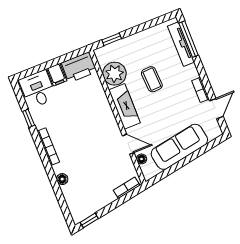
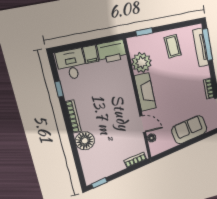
coffee table: (152, 79) -> (173, 46), moved
sofa: (179, 147) -> (189, 130), width x0.73
floor lamp: (62, 179) -> (85, 141), width x1.89, depth x1.89

